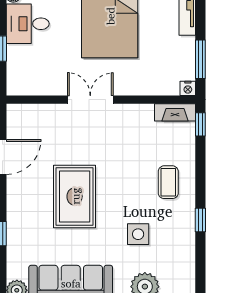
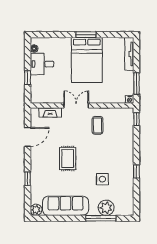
fireplace: (175, 112) -> (50, 113), moved
coffee table: (168, 182) -> (98, 125), moved
rug: (75, 196) -> (68, 159), width x0.73, depth x0.70

